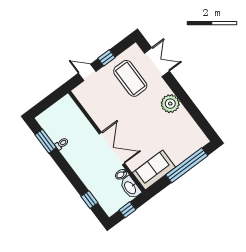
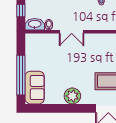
double door: (112, 149) -> (72, 32), width x0.73
sofa: (154, 170) -> (35, 88), moved

